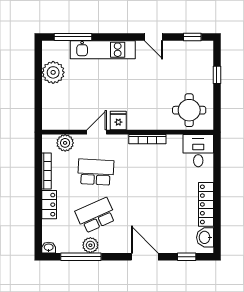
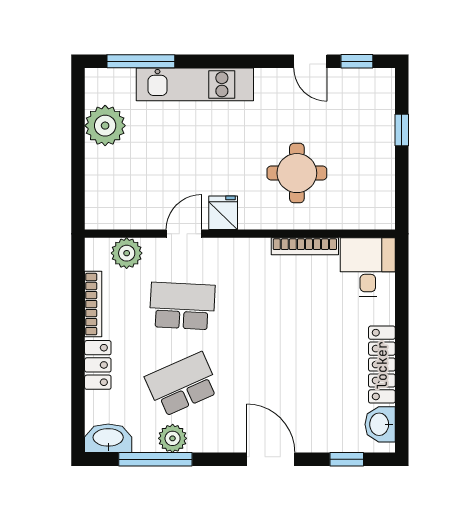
door: (154, 37) -> (310, 61), moved
round table: (189, 110) -> (297, 173), moved
bookcase: (147, 139) -> (305, 246), moved
washbasin: (49, 248) -> (108, 438), width x1.91, depth x1.45

